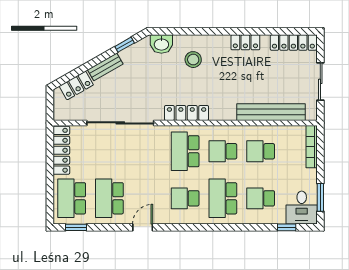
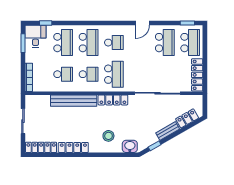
locker: (245, 42) -> (73, 147), width x1.53
bench: (271, 112) -> (74, 101), moved
school desk: (261, 198) -> (63, 43), width x1.85

